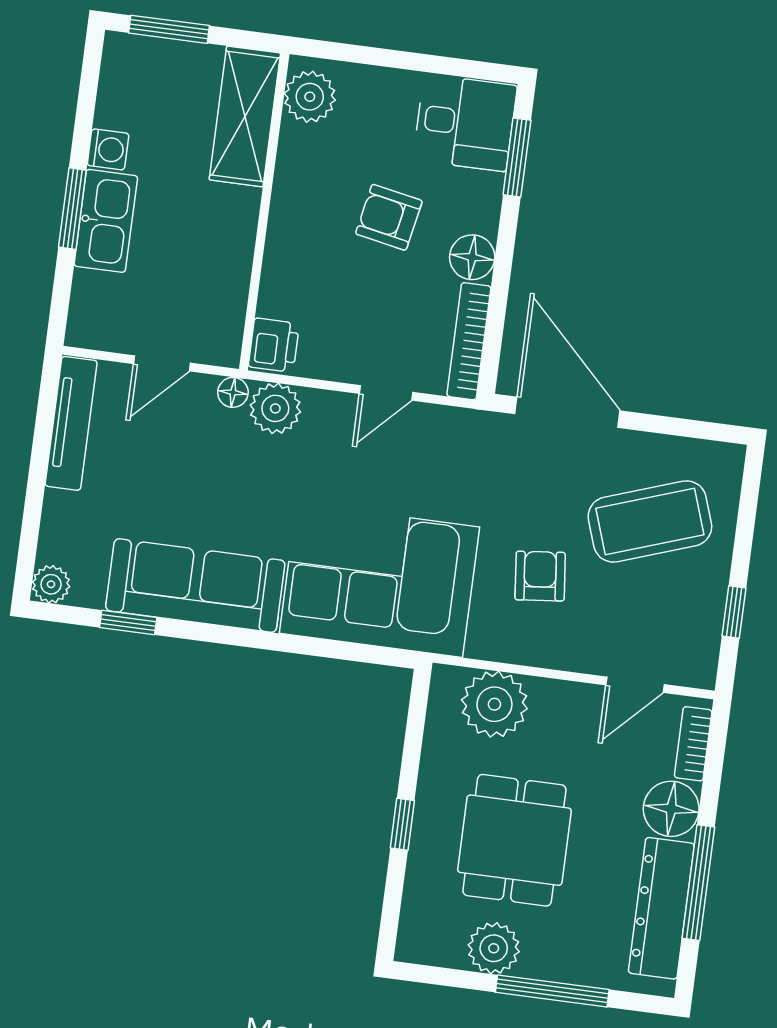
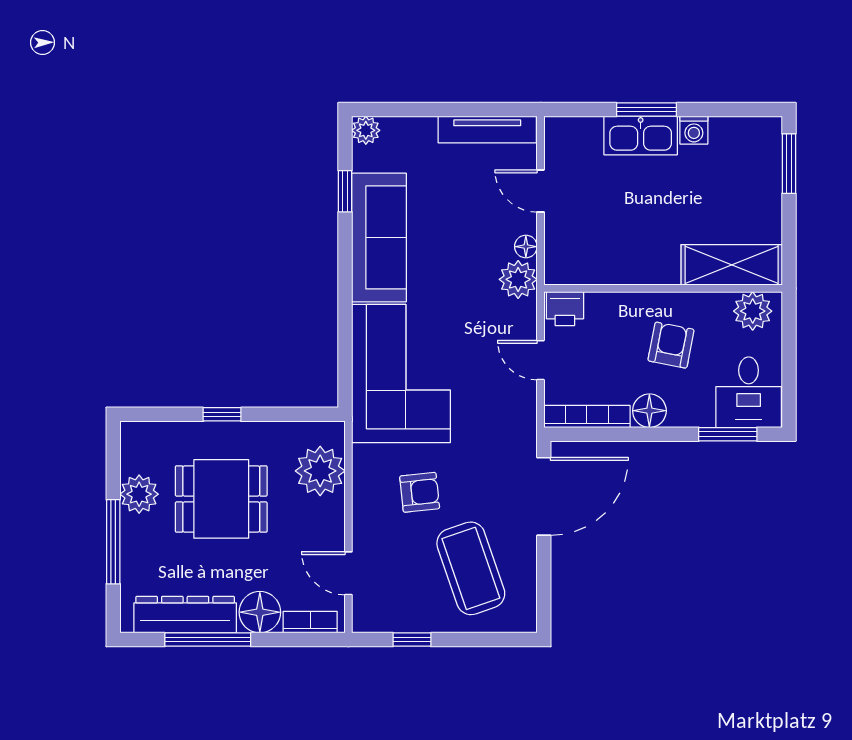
plant: (310, 97) -> (753, 311), moved
shelving: (245, 116) -> (732, 265), moved
wall: (264, 212) -> (663, 288), moved
printer: (274, 345) -> (565, 309), moved

